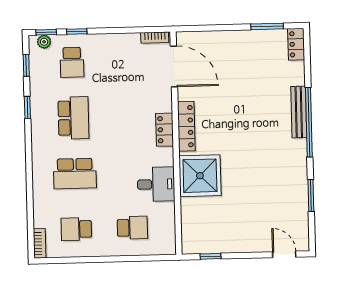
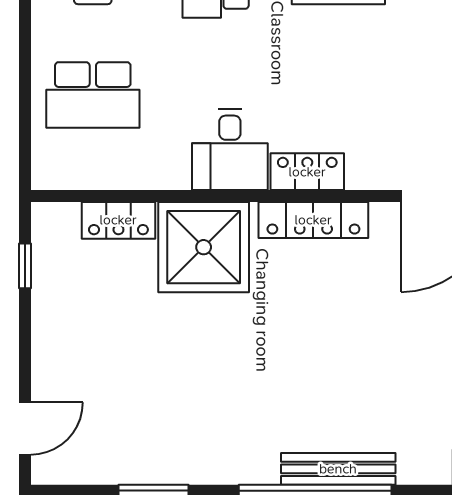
desk: (156, 184) -> (230, 150), moved
locker: (189, 215) -> (118, 220), added
school desk: (132, 228) -> (93, 95), width x1.85

